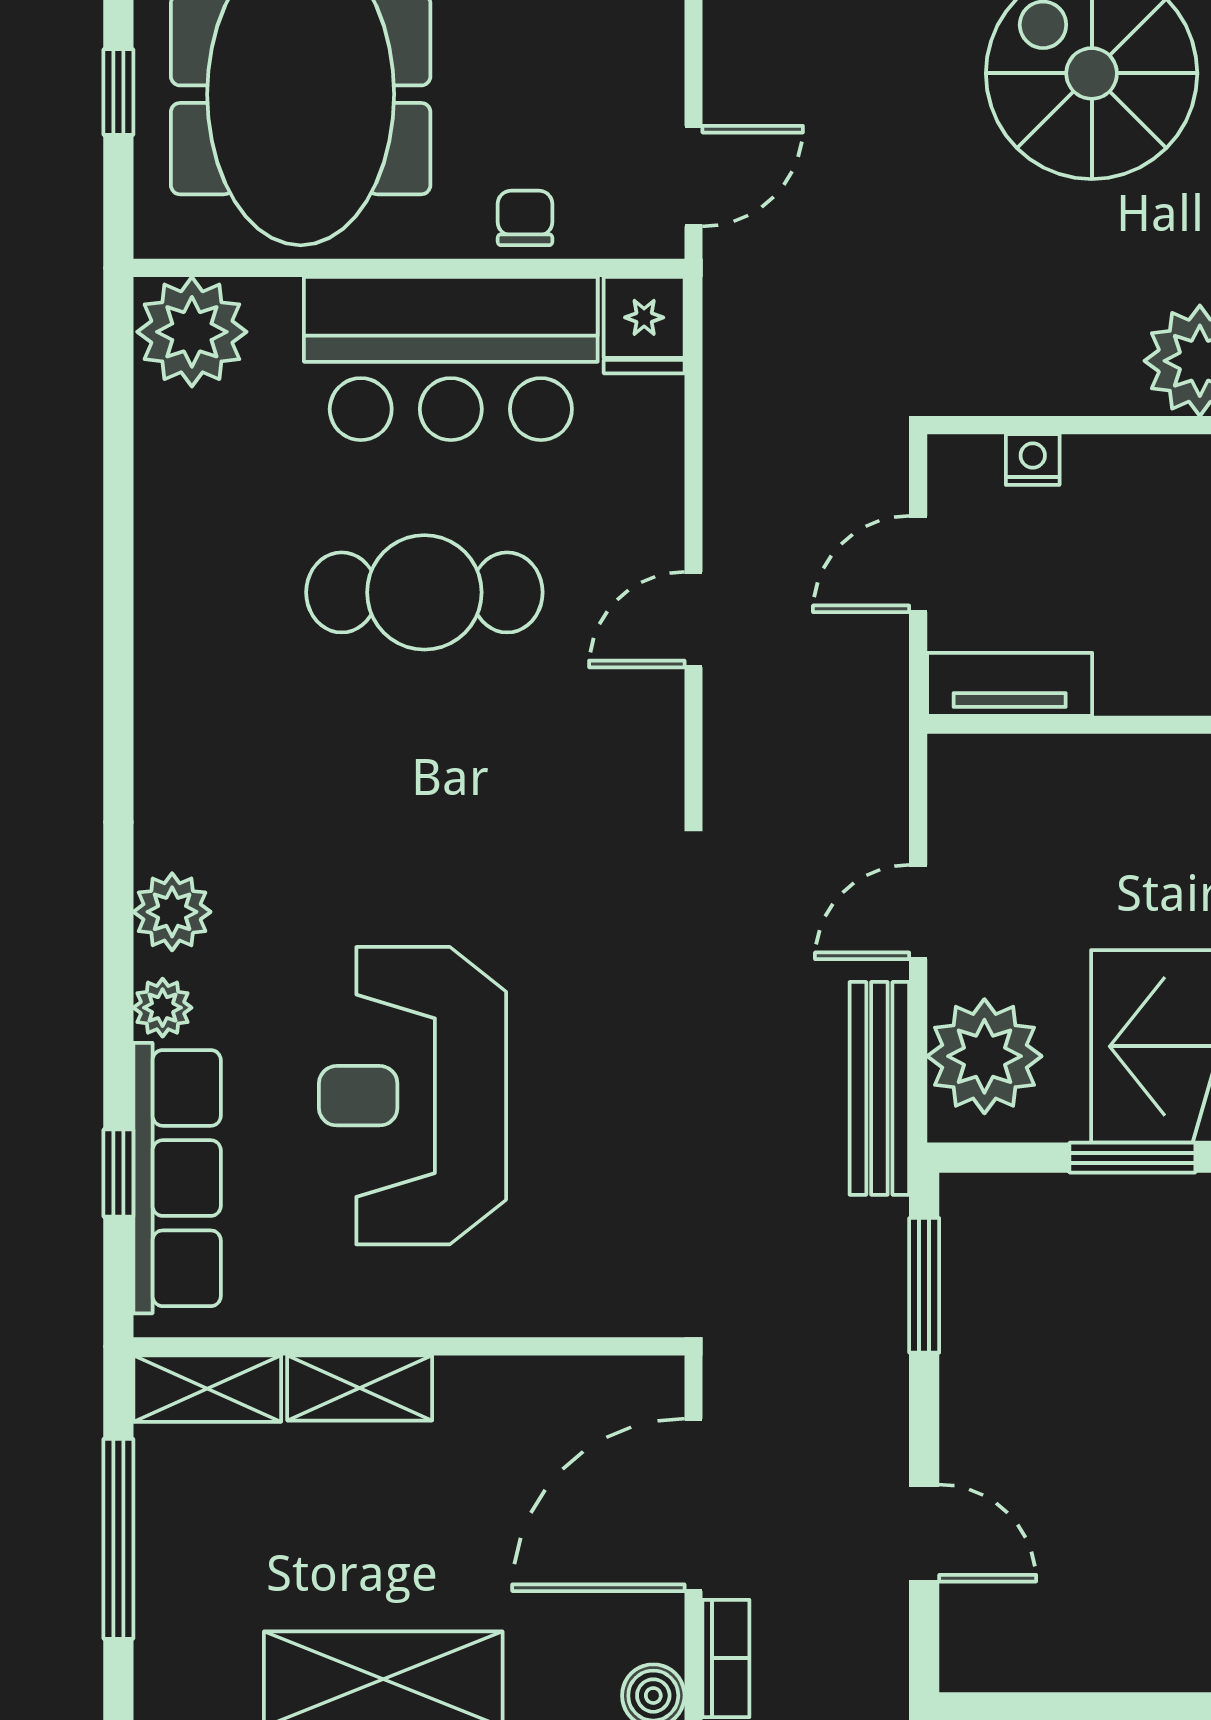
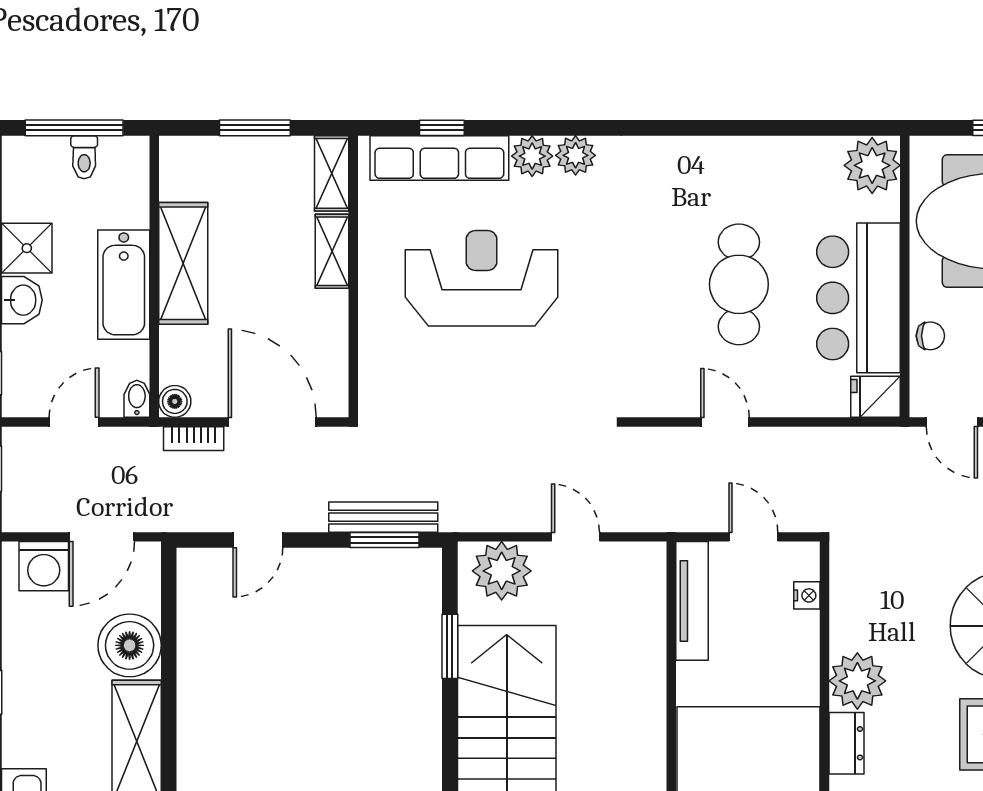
tv unit: (1010, 684) -> (692, 601), width x1.41
plant: (163, 1008) -> (532, 156), width x1.38, depth x1.38
bench: (879, 1088) -> (383, 517), moved
window: (118, 1539) -> (255, 128), width x0.69

